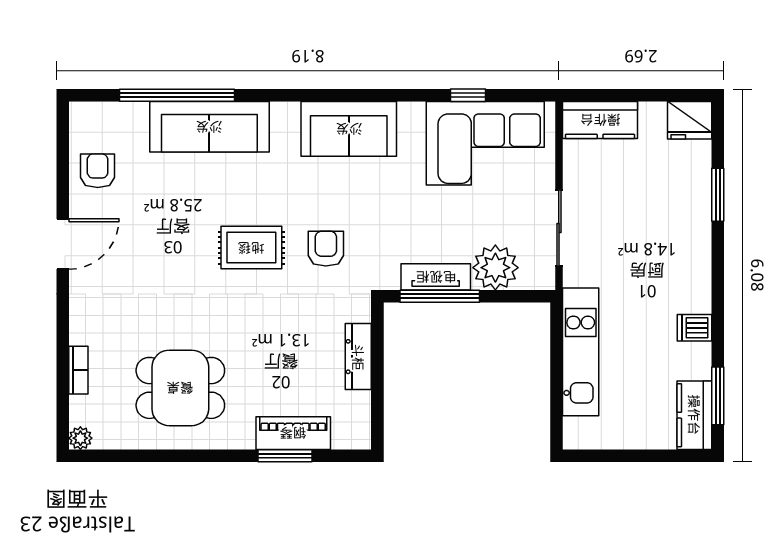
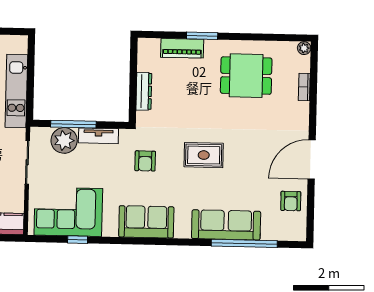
door: (63, 244) -> (312, 160), width x1.36
armchair: (326, 249) -> (145, 161), moved
window: (440, 296) -> (73, 124), moved
window: (285, 456) -> (202, 36), moved

